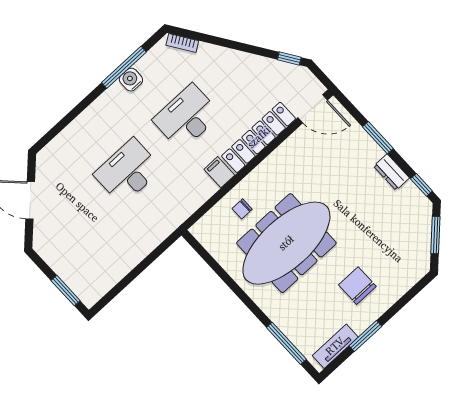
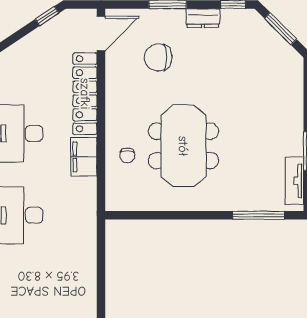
filing cabinet: (219, 172) -> (84, 157), width x2.00
meeting table: (286, 243) -> (183, 146), width x0.73
chair: (357, 286) -> (158, 57), moved

